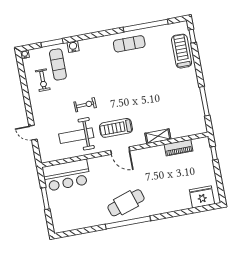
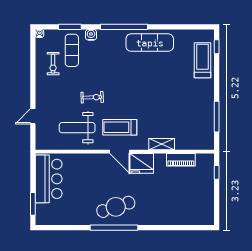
window: (146, 26) -> (124, 27), moved
exercise mat: (129, 44) -> (150, 43), width x1.36, depth x1.45
door: (33, 133) -> (33, 116), hinge flipped
bar counter: (66, 175) -> (49, 179), moved, turned -90
fridge: (202, 197) -> (142, 163), moved, turned 180
window: (45, 199) -> (33, 204), moved

